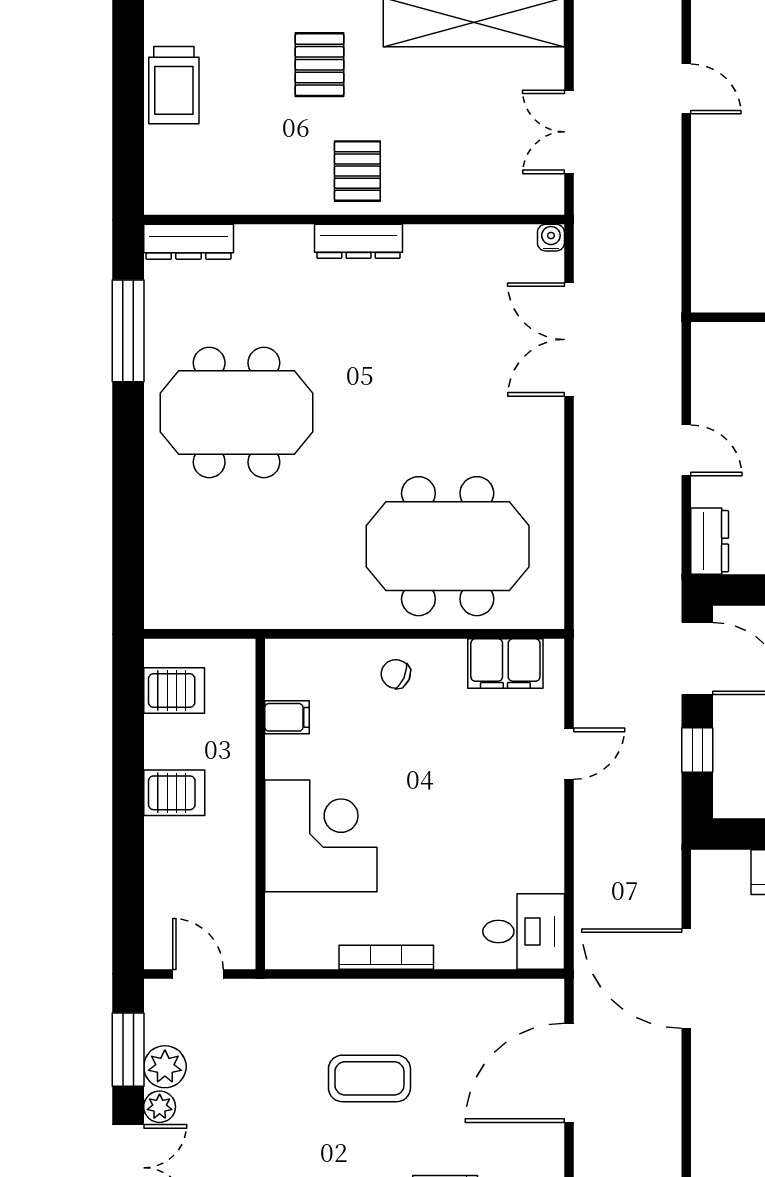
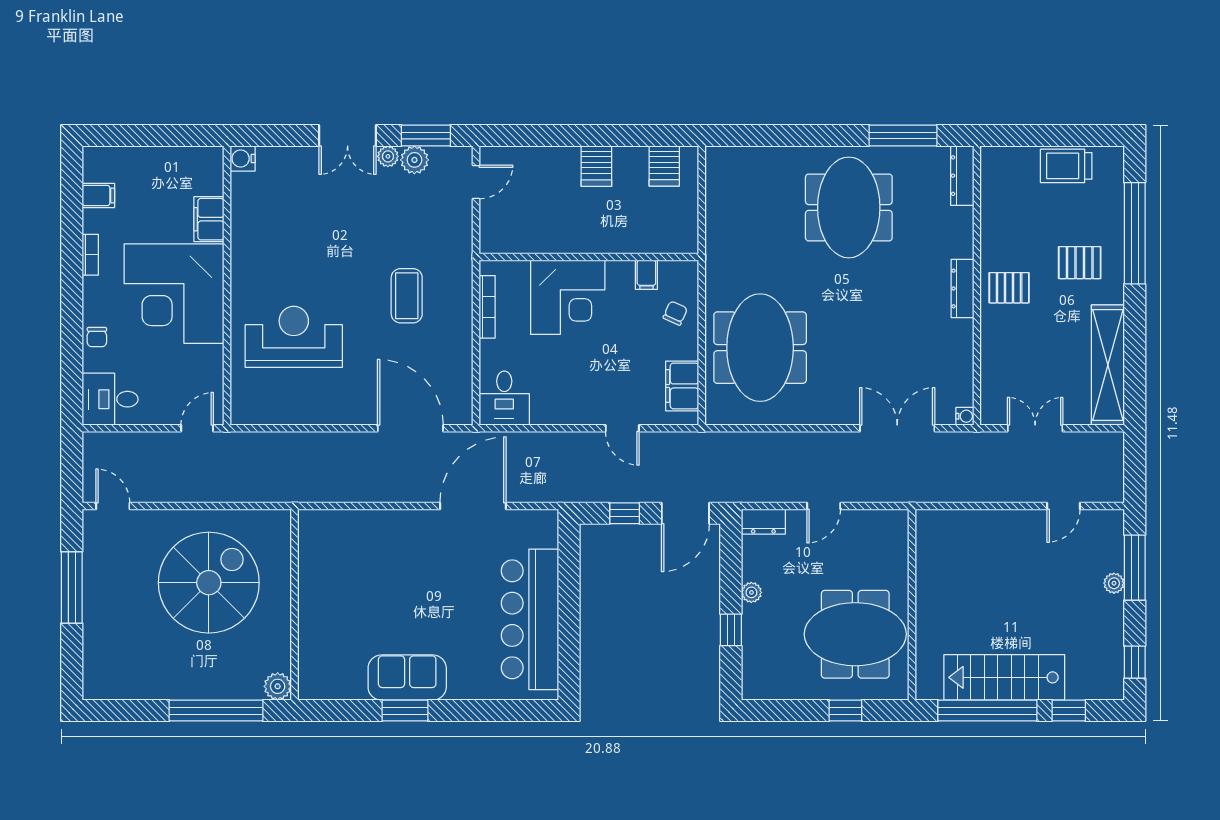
filing cabinet: (287, 717) -> (646, 275), moved
wall: (260, 804) -> (589, 257), moved
corner desk: (321, 836) -> (568, 297), moved

